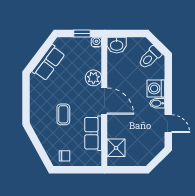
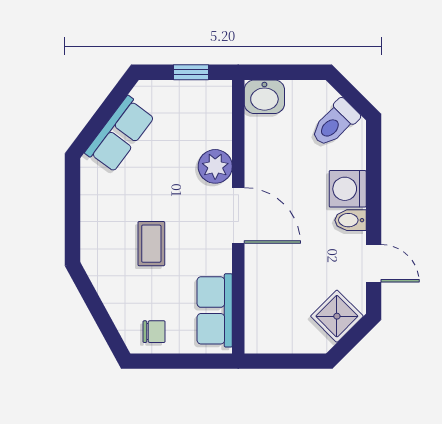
water cooler: (96, 42) -> (222, 90), removed
row of seats: (93, 133) -> (215, 310), moved
shower: (116, 148) -> (337, 316), moved, turned 45

